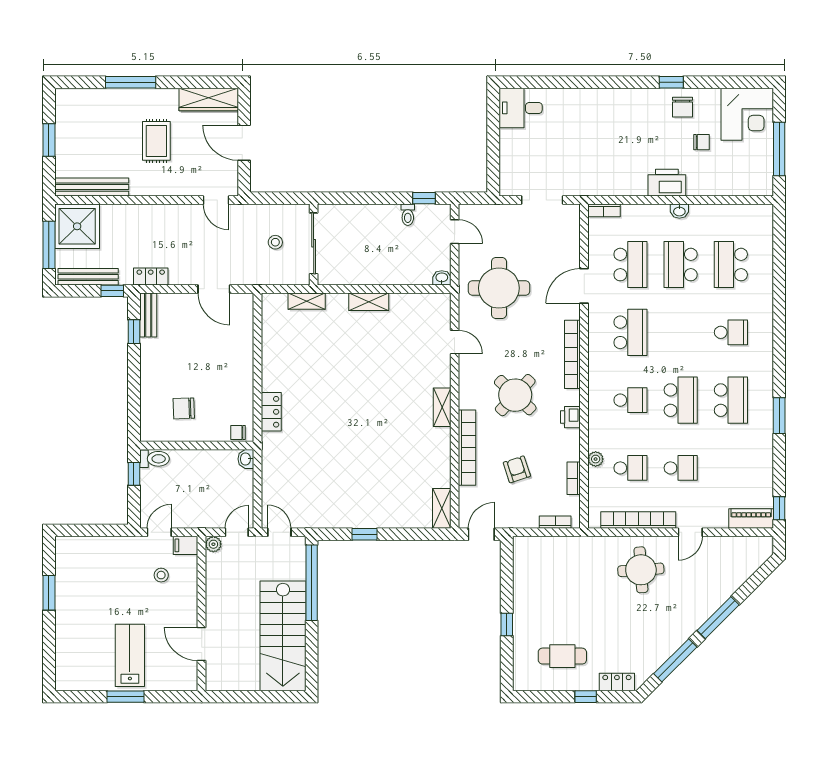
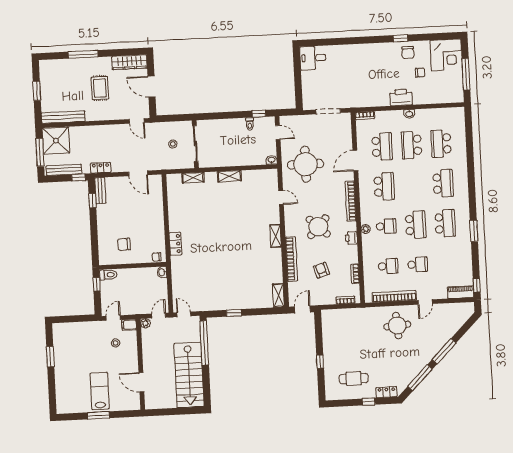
school desk: (731, 332) -> (443, 183), width x1.85
plant: (596, 459) -> (366, 229), moved

